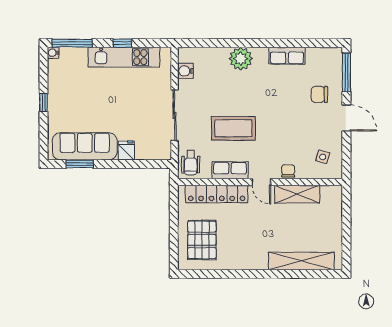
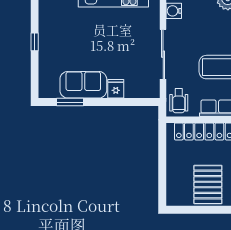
sofa: (85, 146) -> (83, 85), width x0.73
pallet: (202, 240) -> (208, 185), moved

